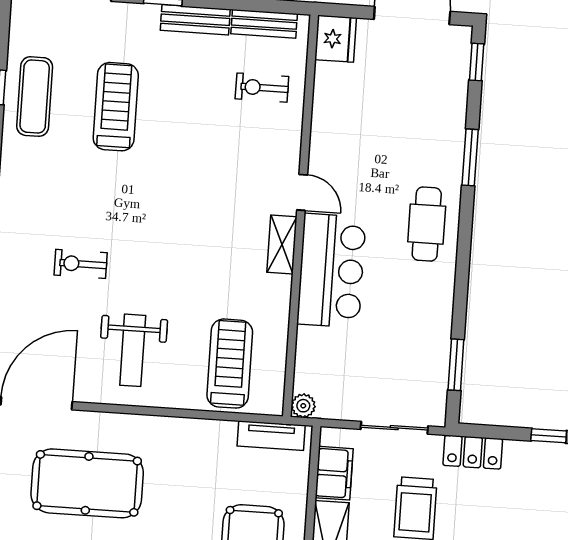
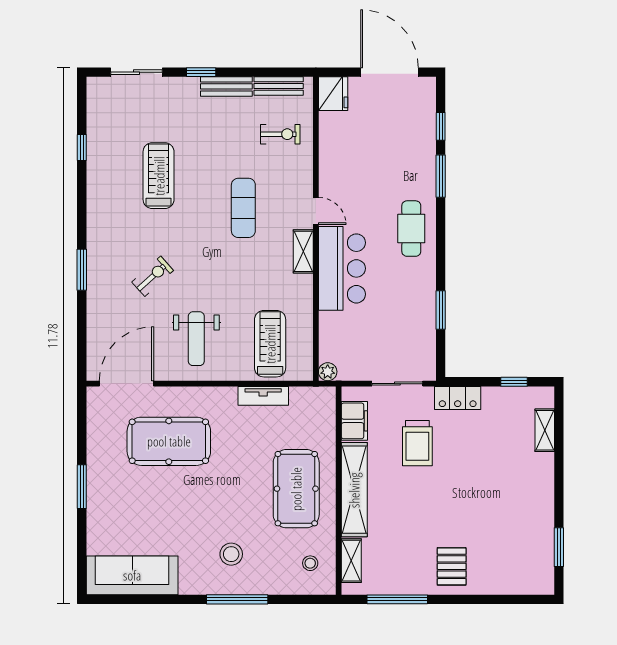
window: (477, 62) -> (441, 126), moved
exercise bike: (262, 88) -> (280, 134), turned 180
exercise mat: (35, 97) -> (243, 208), moved
treadmill: (116, 107) -> (159, 176), moved
exercise bike: (81, 264) -> (153, 276), turned 138
window: (456, 365) -> (441, 310), moved
tv unit: (271, 436) -> (263, 396), moved

